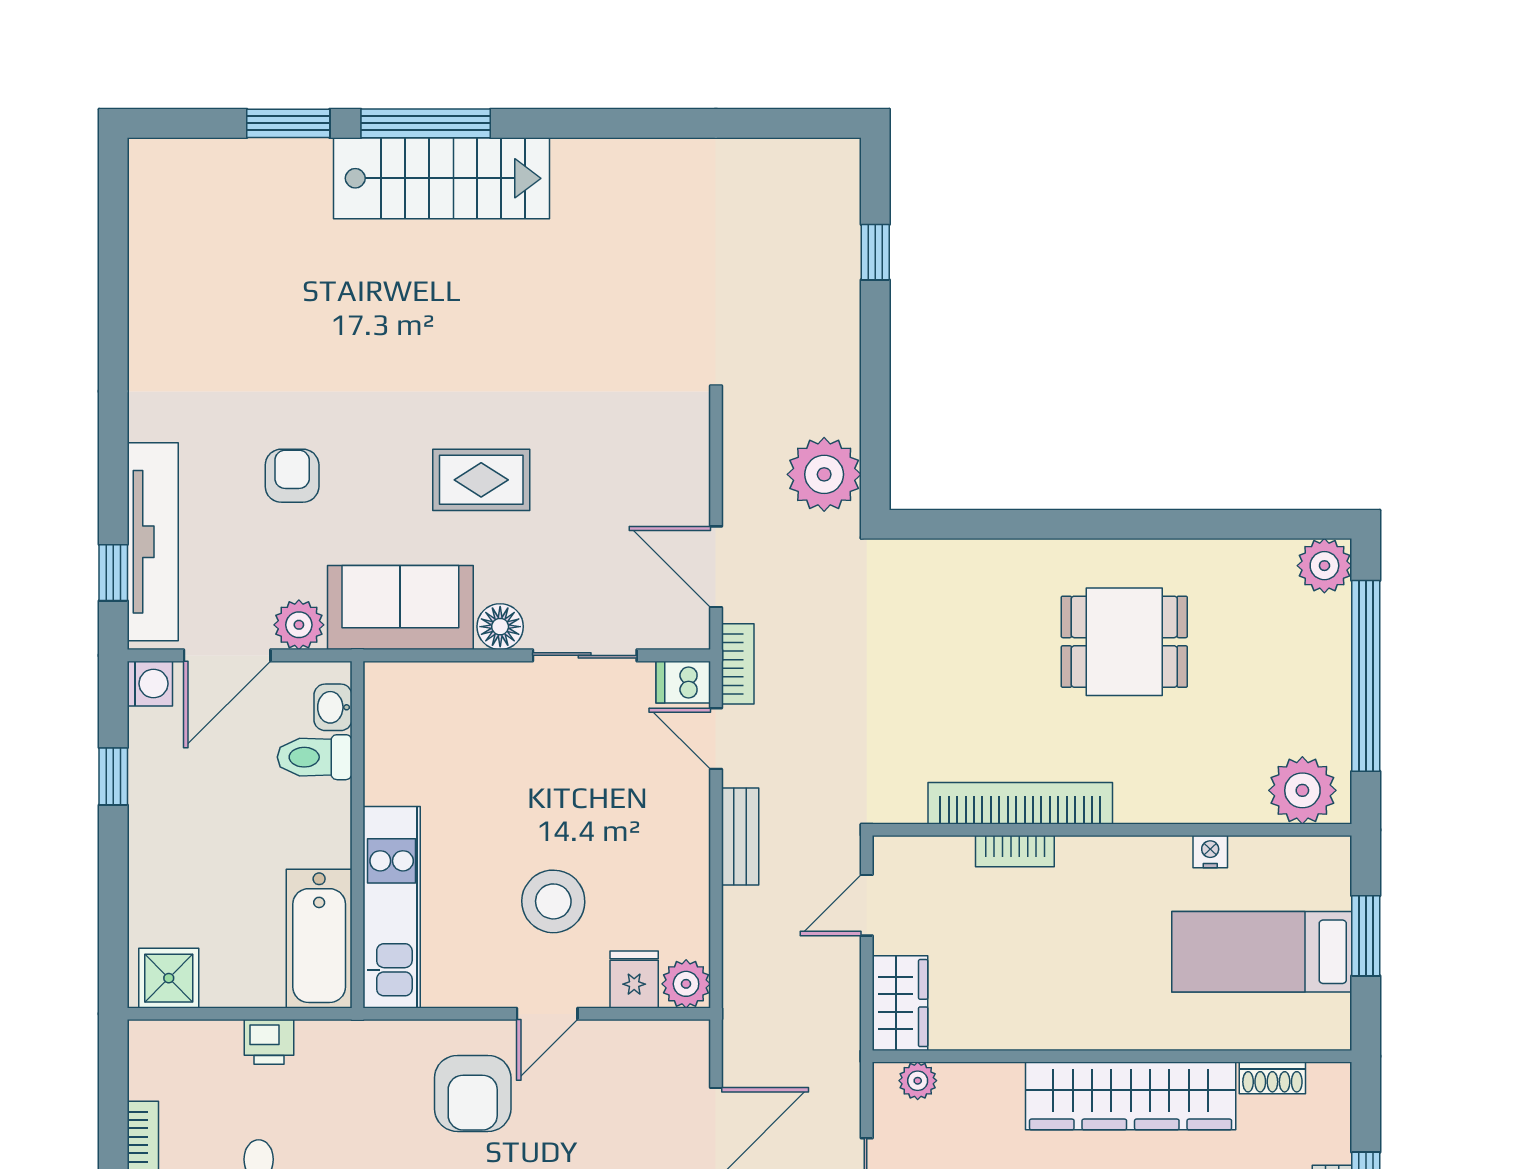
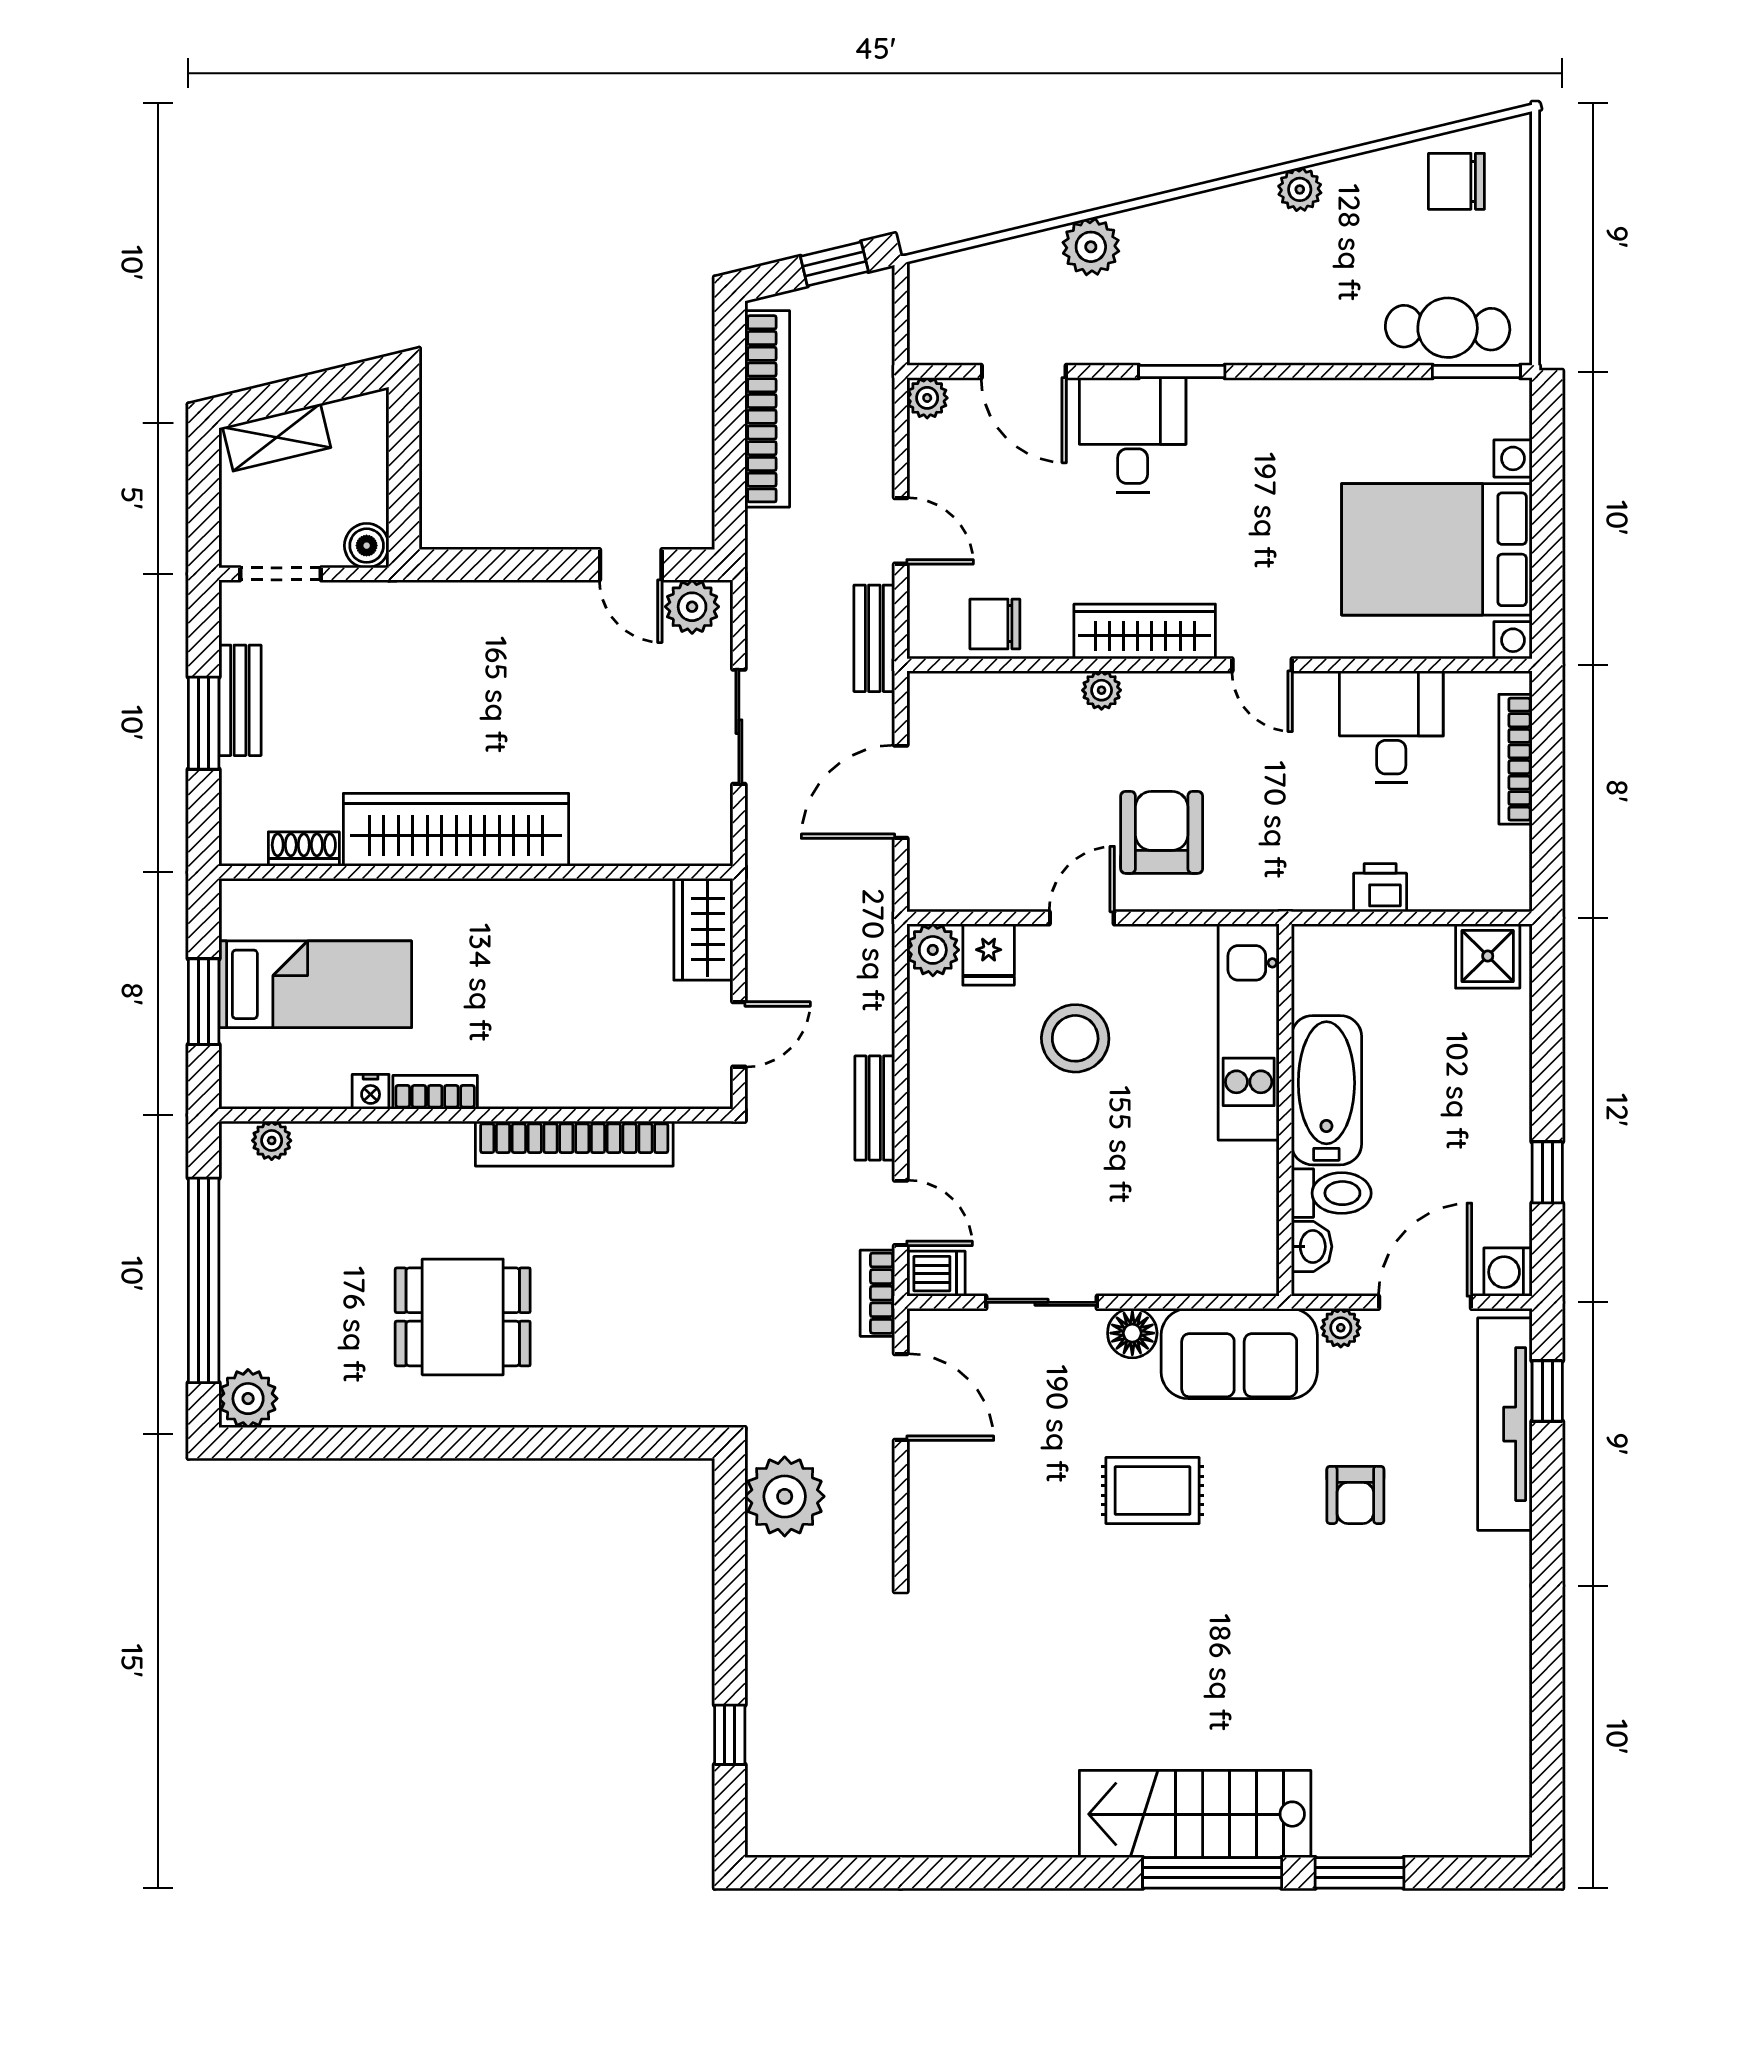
plant: (299, 625) -> (1341, 1328), width x0.73, depth x0.73
plant: (1302, 790) -> (272, 1141), width x0.53, depth x0.53
bookcase: (1015, 851) -> (435, 1092), moved
bathtub: (319, 939) -> (1326, 1090), moved
plant: (918, 1081) -> (684, 846), removed

